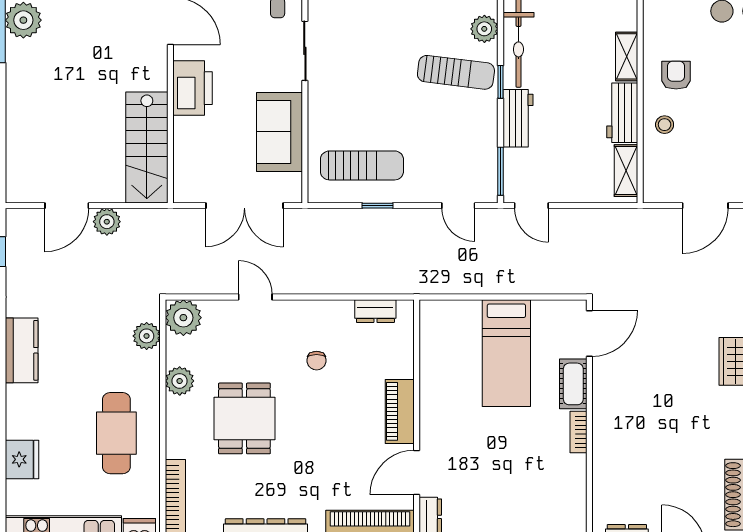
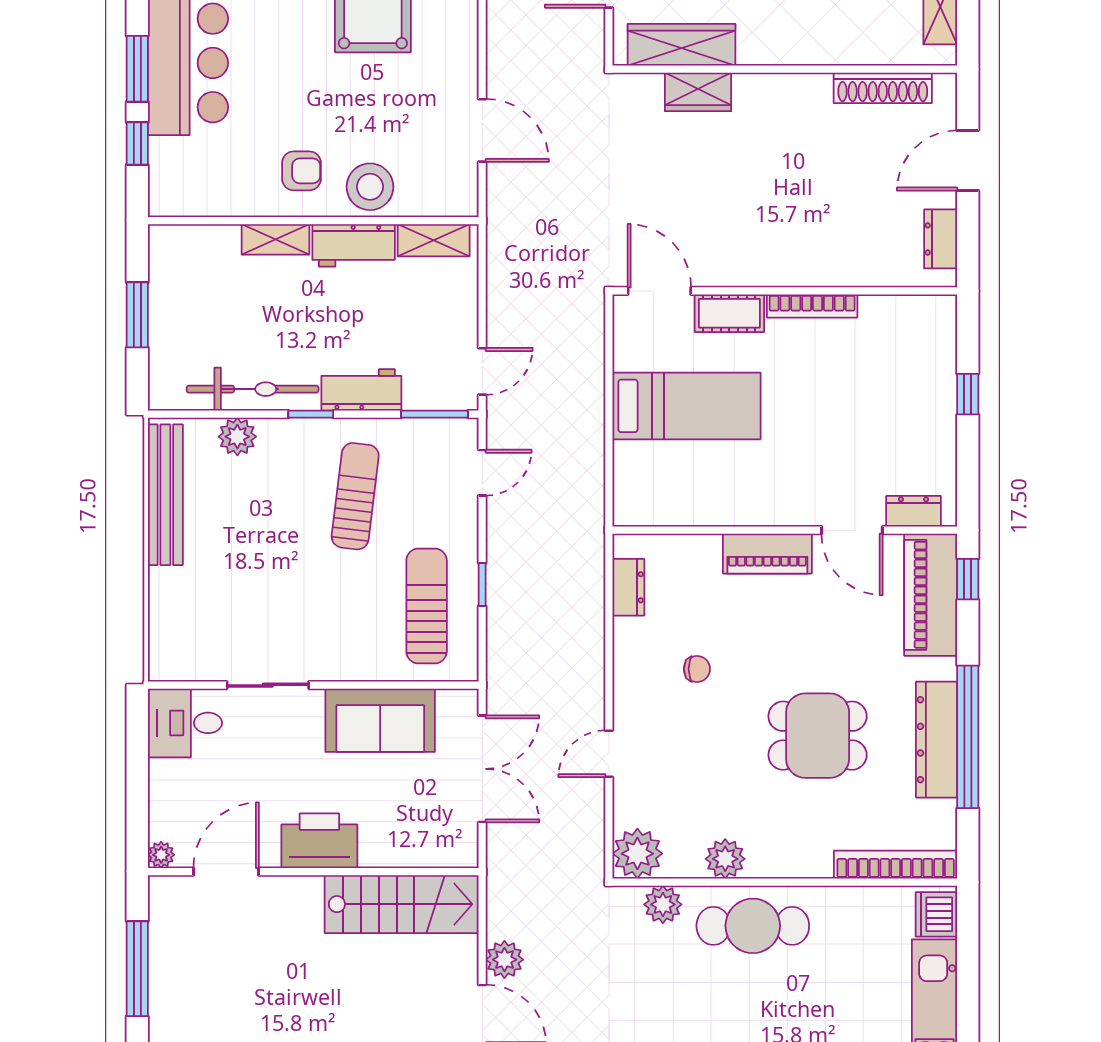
sun lounger: (456, 72) -> (355, 496), moved
armchair: (676, 75) -> (302, 171), turned 180
stool: (665, 125) -> (370, 187), width x1.89, depth x1.89
dining table: (244, 418) -> (818, 736), moved
bookcase: (578, 432) -> (812, 306), width x1.56
cafe table: (116, 433) -> (753, 926), moved

